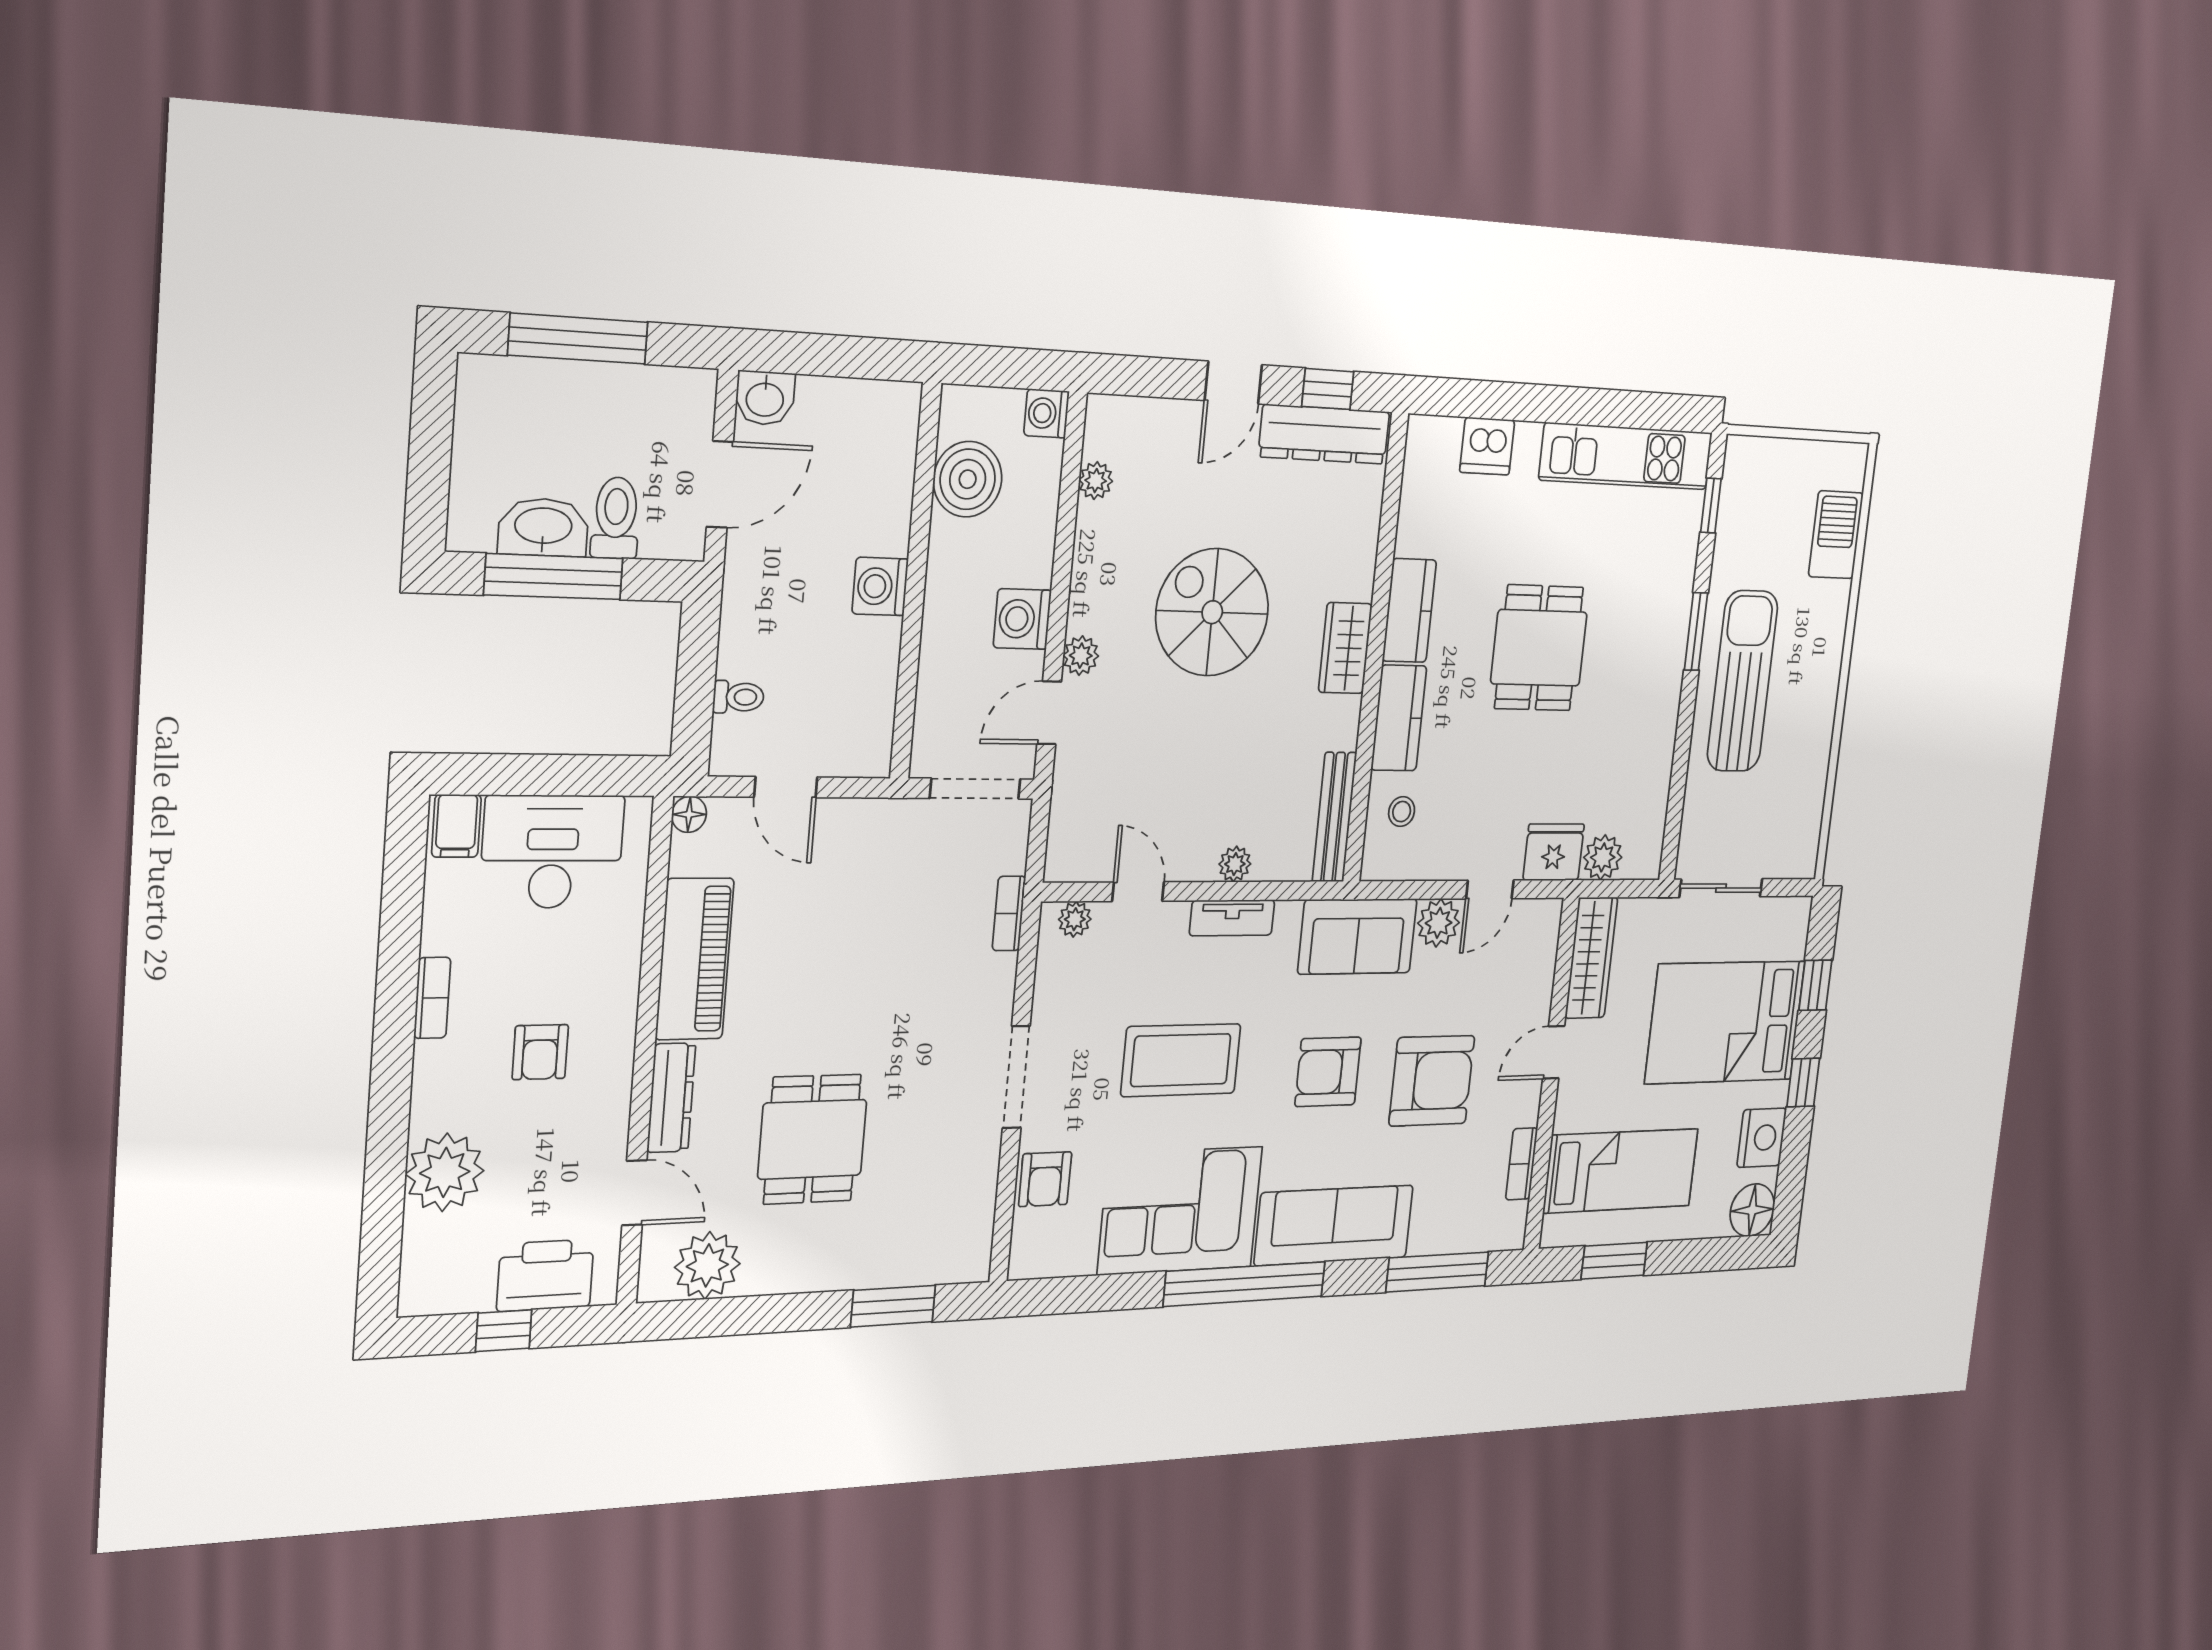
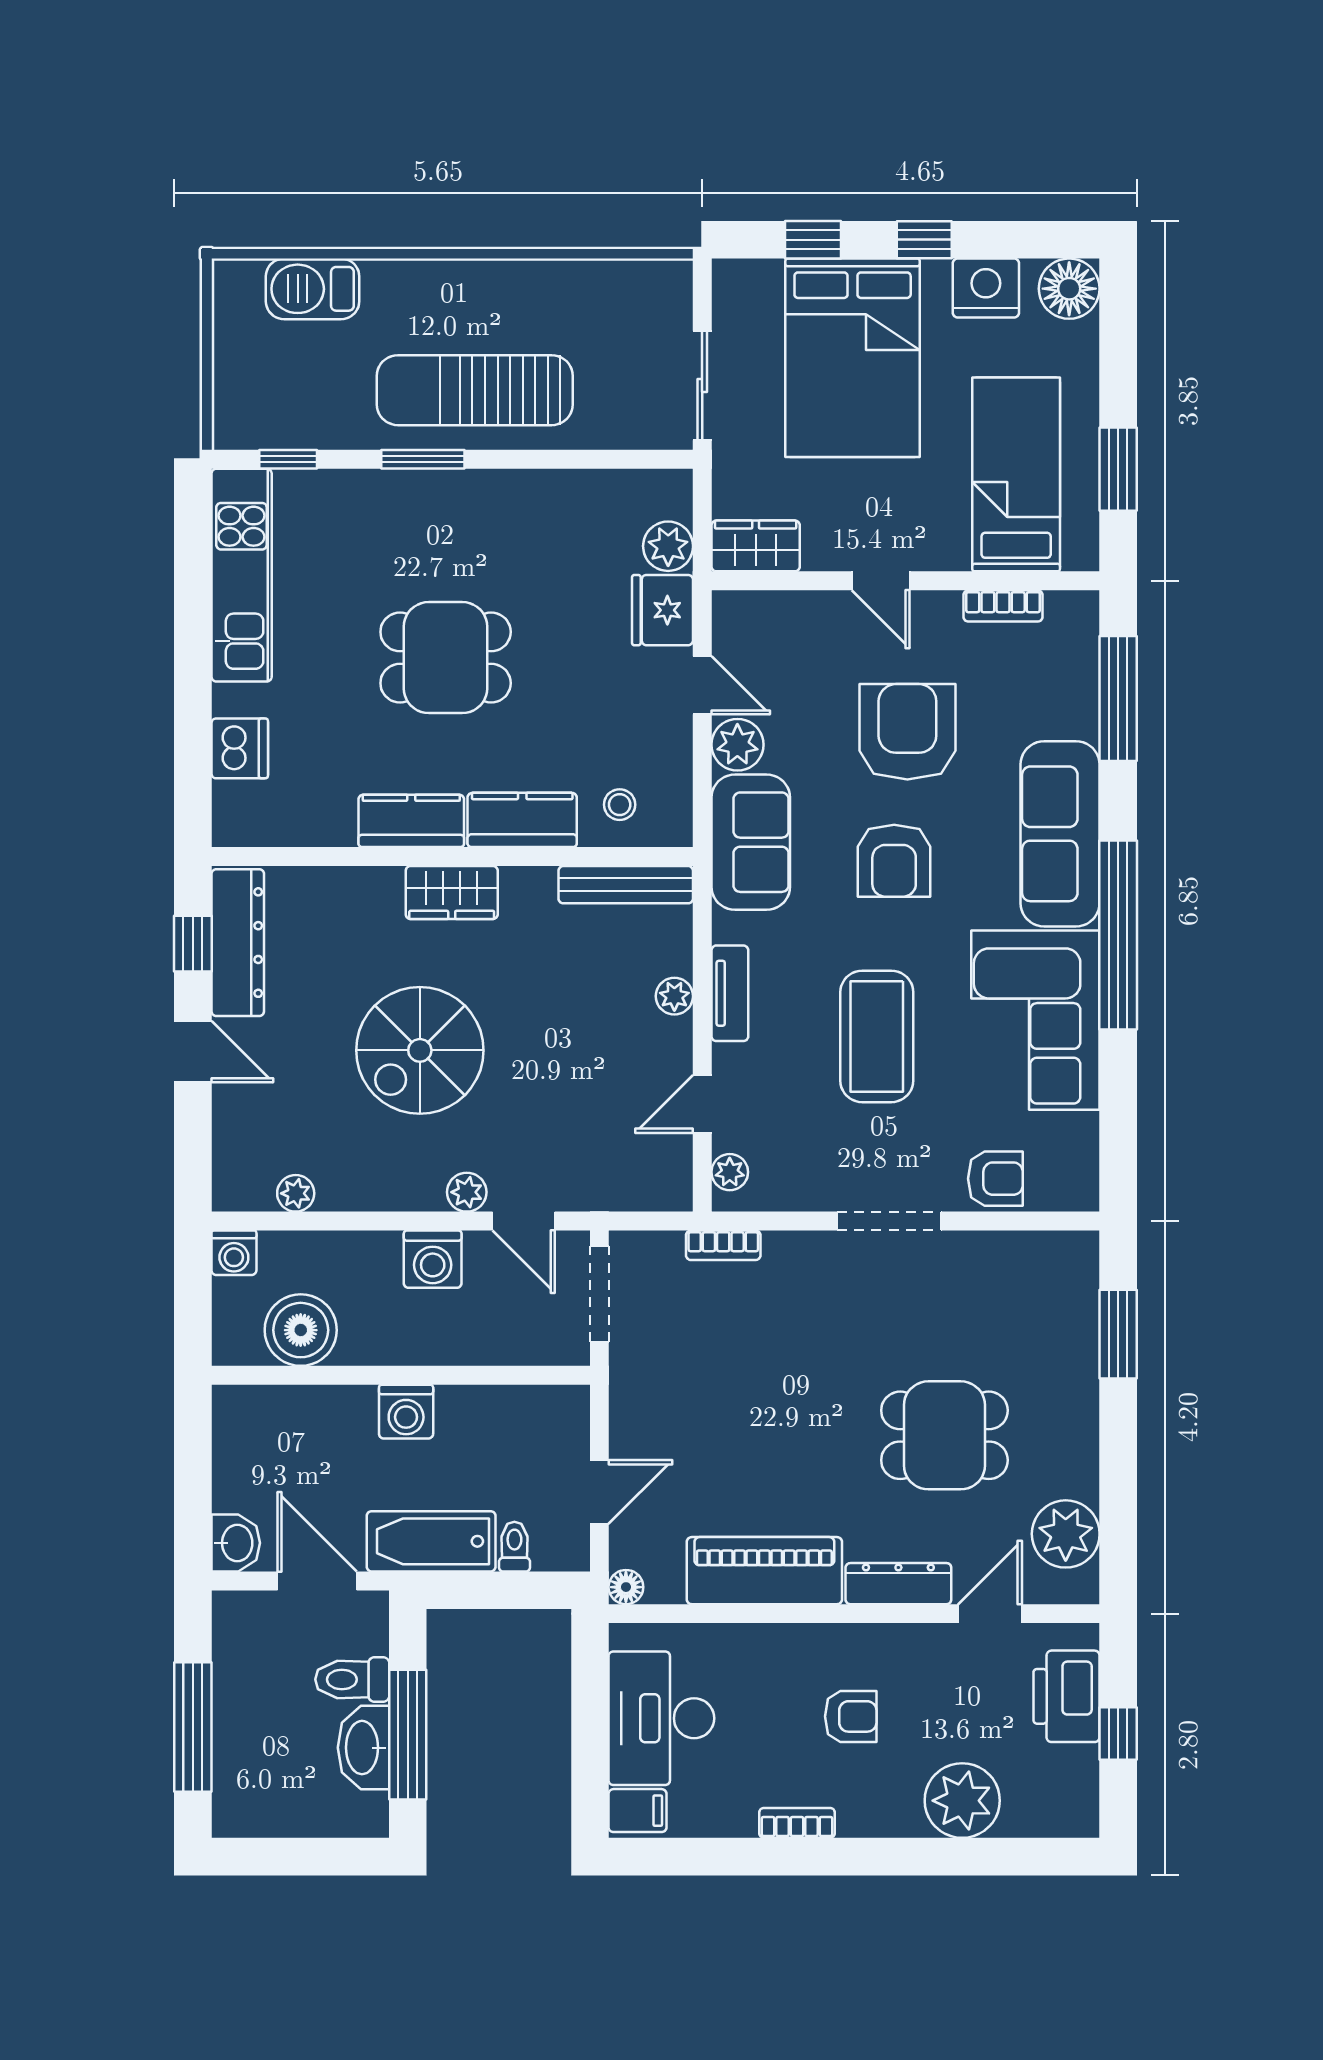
bathtub: (750, 609) -> (431, 1541), added
wardrobe: (1591, 958) -> (756, 546), width x0.67

